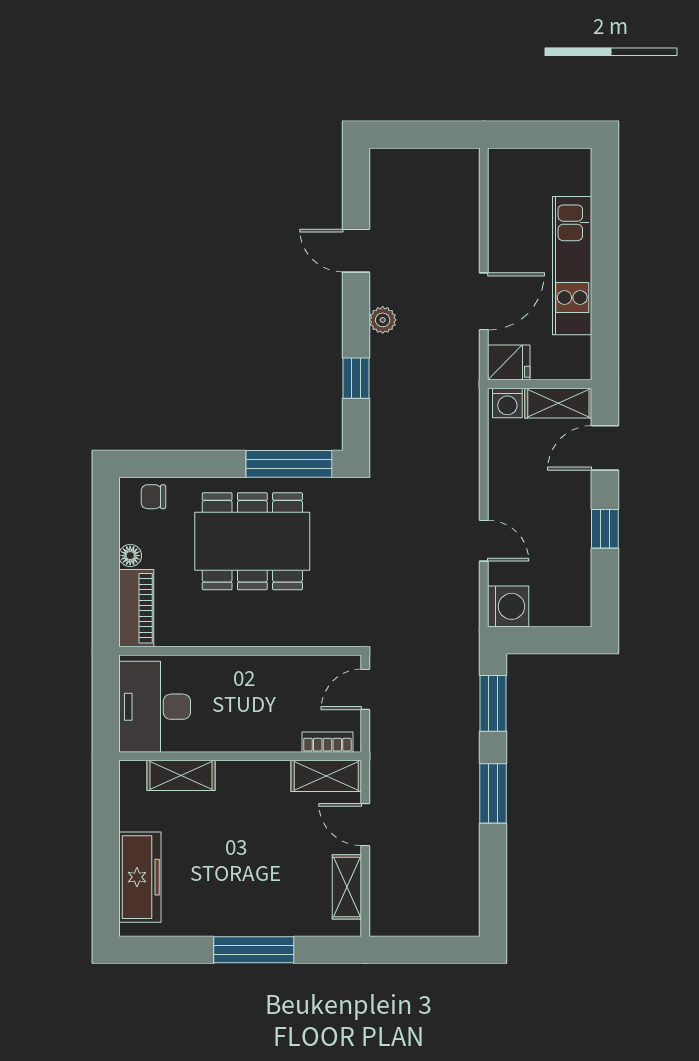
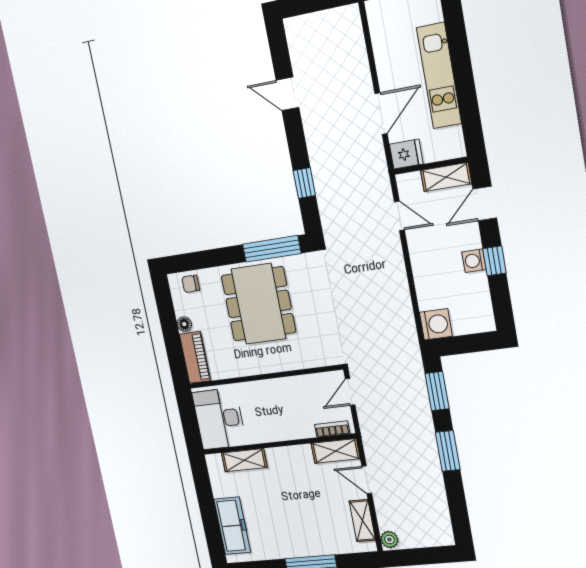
plant: (383, 320) -> (389, 540), moved
washing machine: (507, 403) -> (474, 261), moved, turned 90
dining table: (252, 541) -> (258, 304), turned 90
door: (484, 541) -> (399, 216), moved

